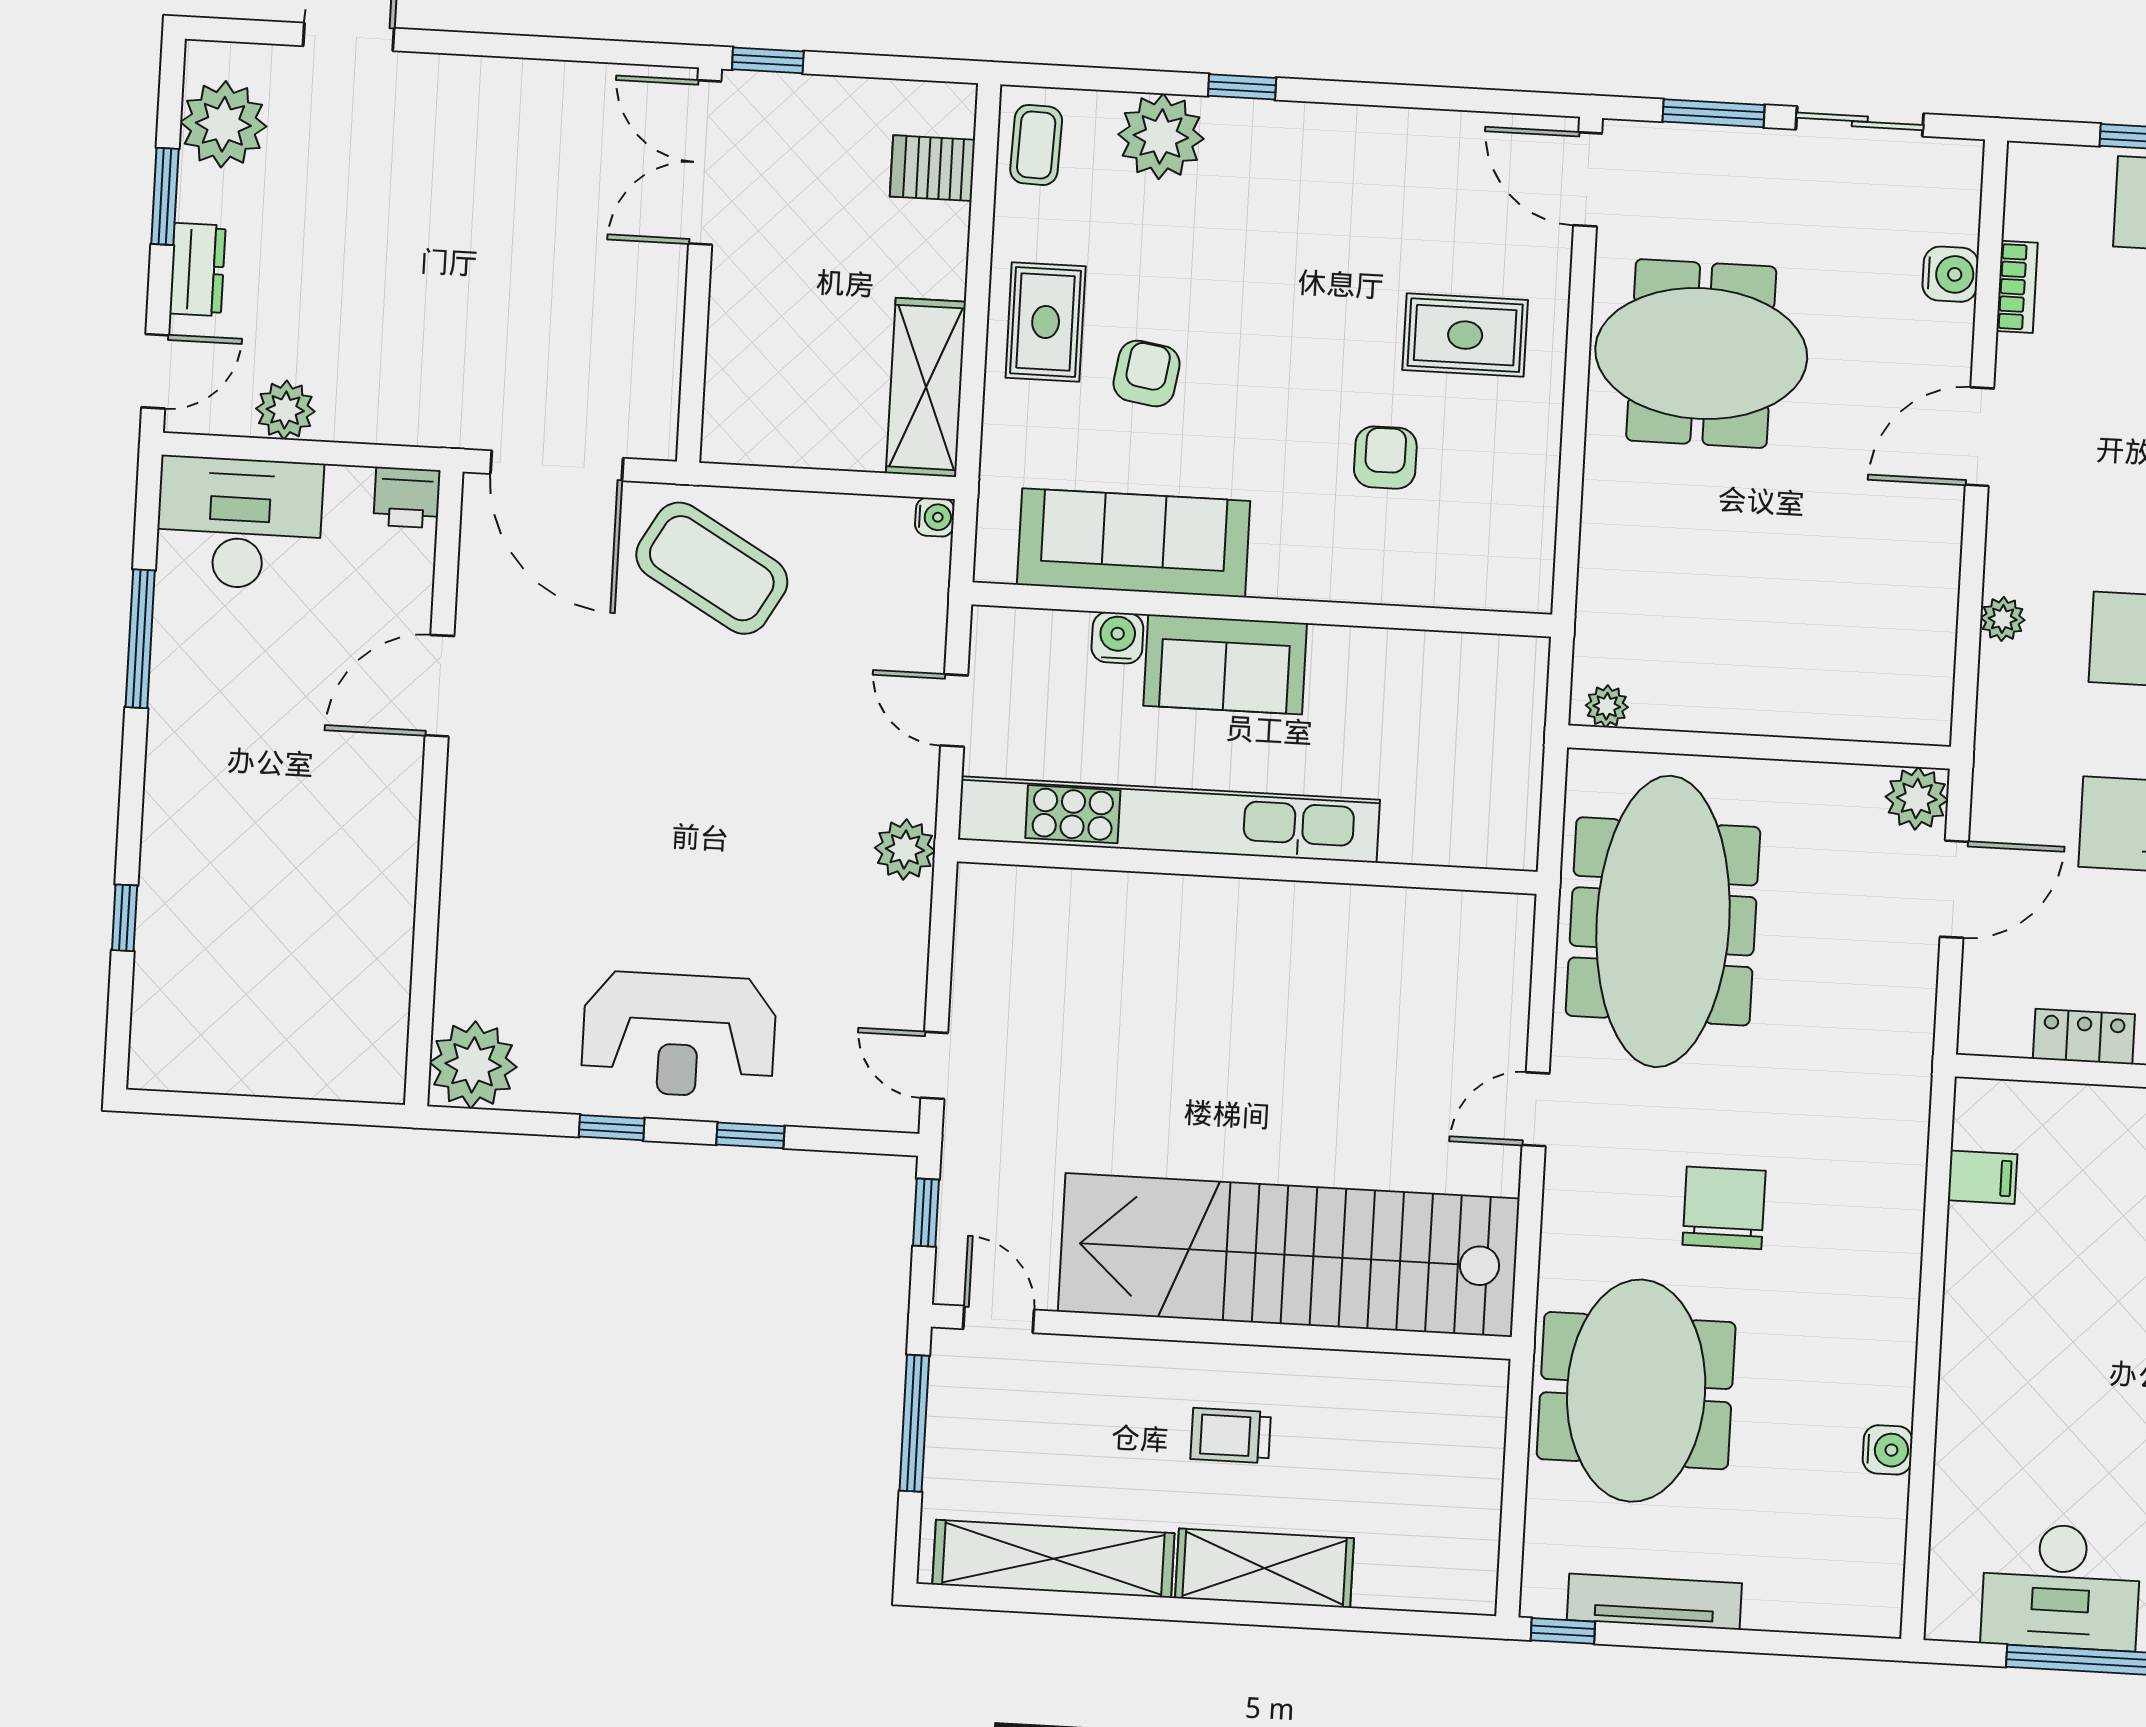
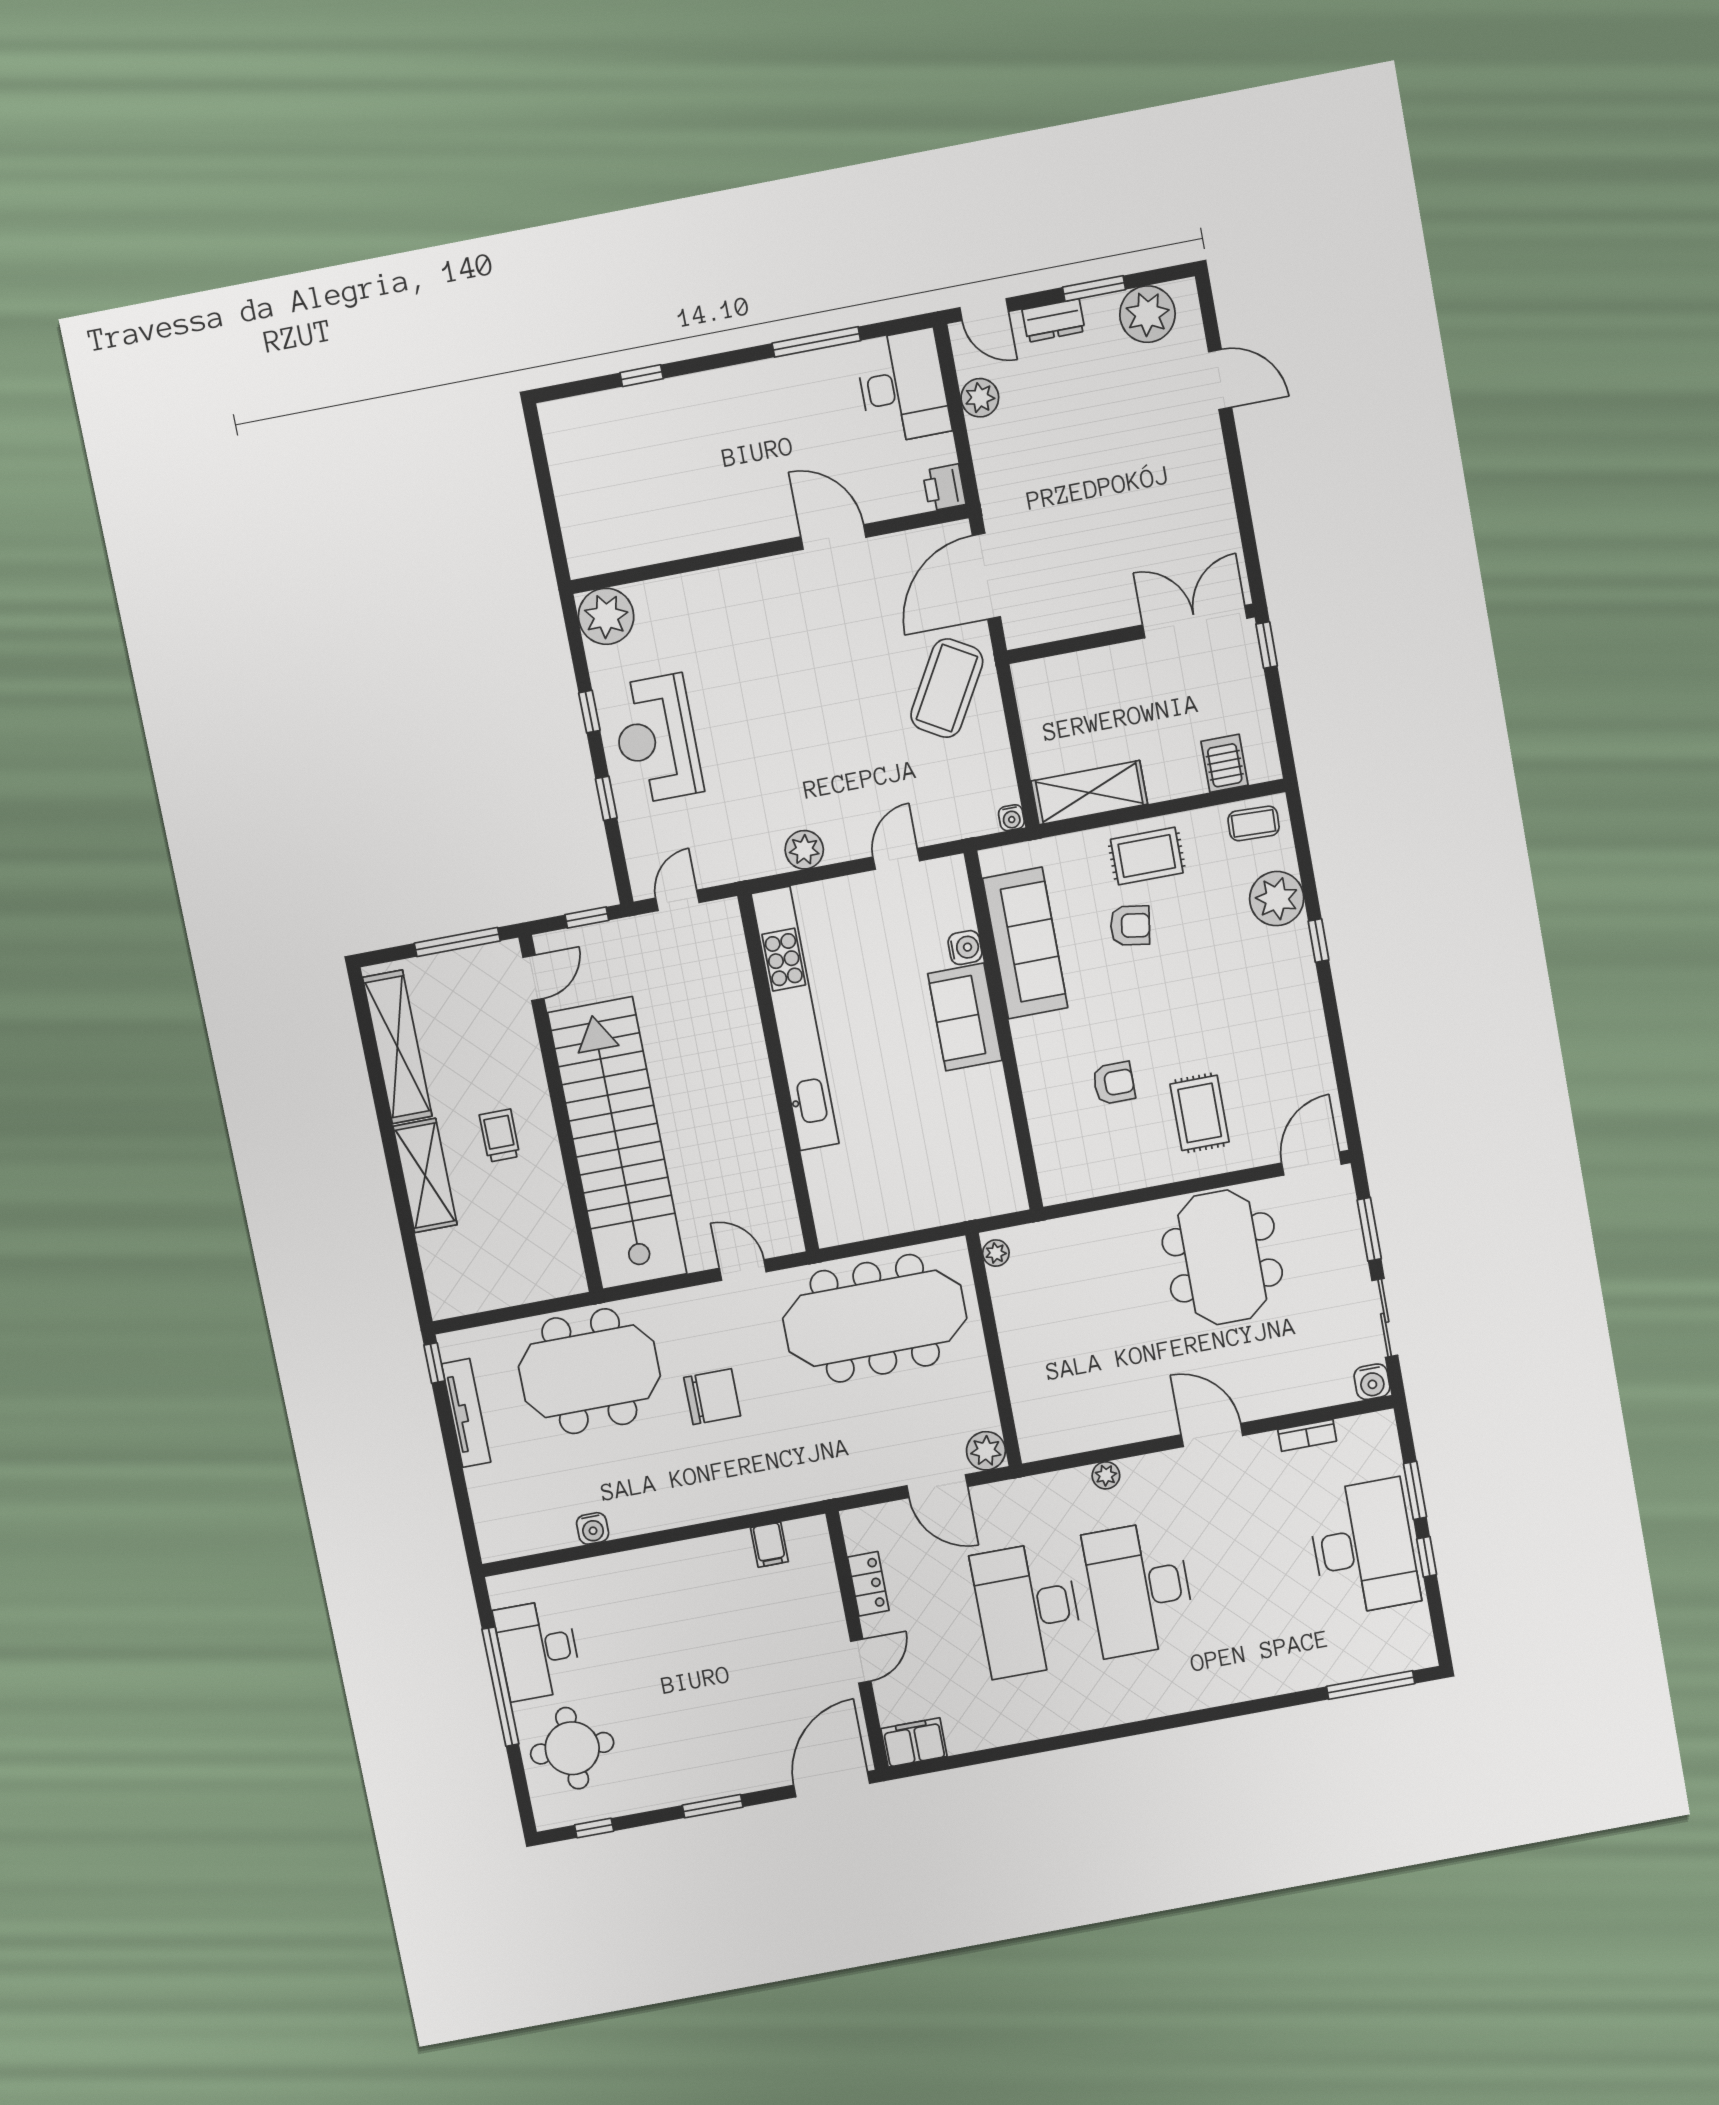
water cooler: (1950, 274) -> (1372, 1382), moved
kitchen unit: (1169, 820) -> (795, 1019), moved
wall: (1247, 867) -> (778, 1073), moved

